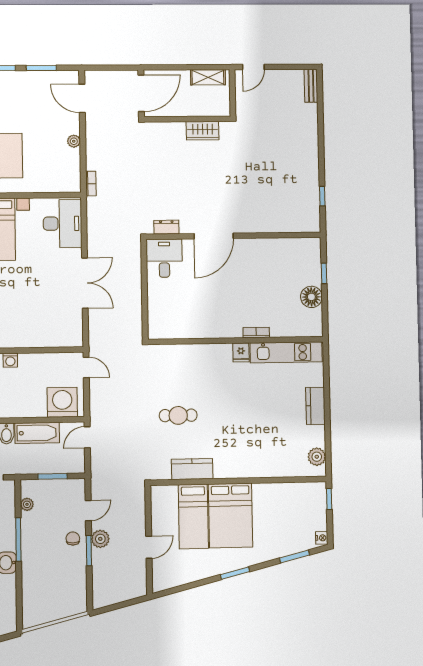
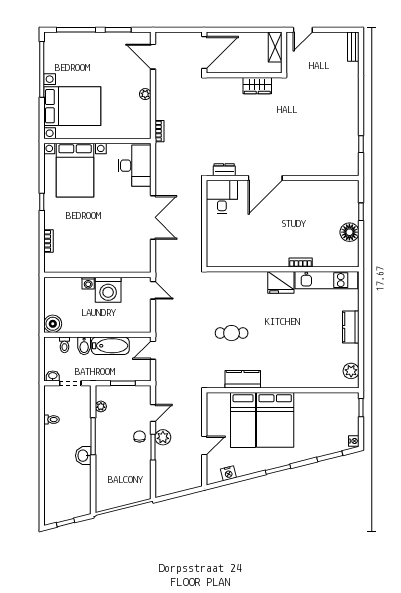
shelving: (208, 77) -> (275, 47), moved, turned 90
fridge: (241, 352) -> (281, 282), width x1.88, depth x1.34
washing machine: (62, 402) -> (108, 290), moved, turned 180
nightstand: (178, 579) -> (228, 473), added

